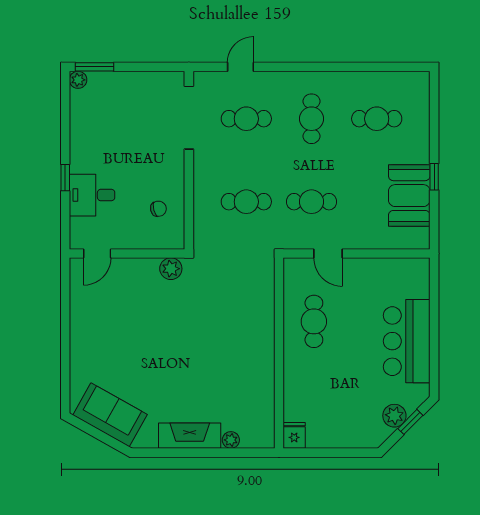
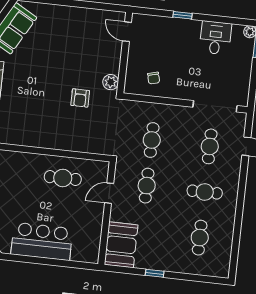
desk: (92, 195) -> (215, 38), moved
booth: (409, 196) -> (121, 245), moved, turned 90
armchair: (198, 309) -> (80, 98), added

